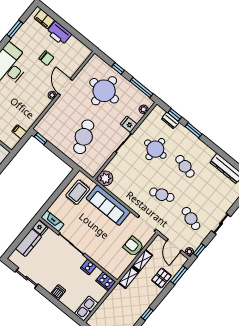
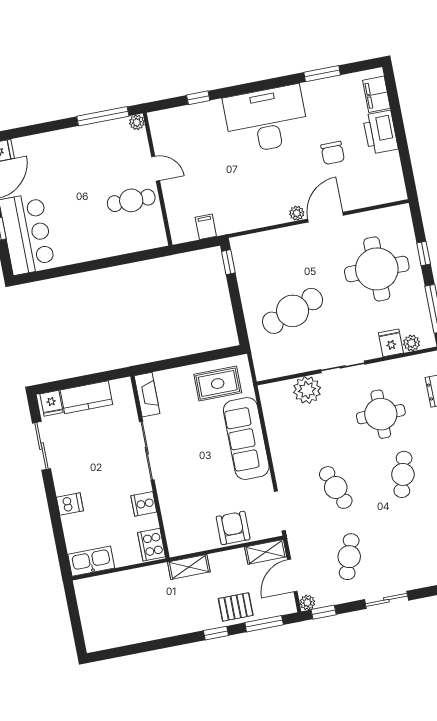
fridge: (129, 124) -> (391, 343), moved
plant: (105, 178) -> (307, 390), moved
fridge: (40, 228) -> (51, 403), moved
shelving: (142, 260) -> (266, 552), moved
window: (147, 314) -> (216, 633), moved

